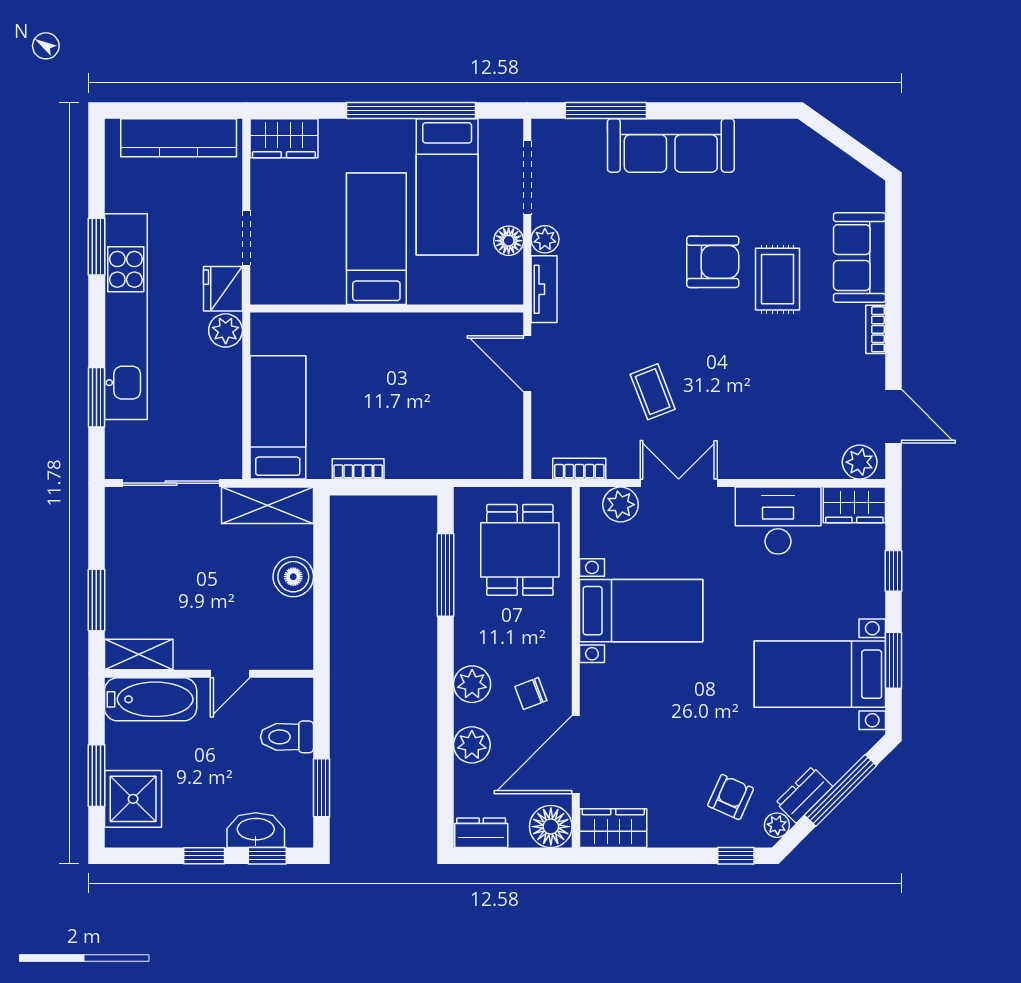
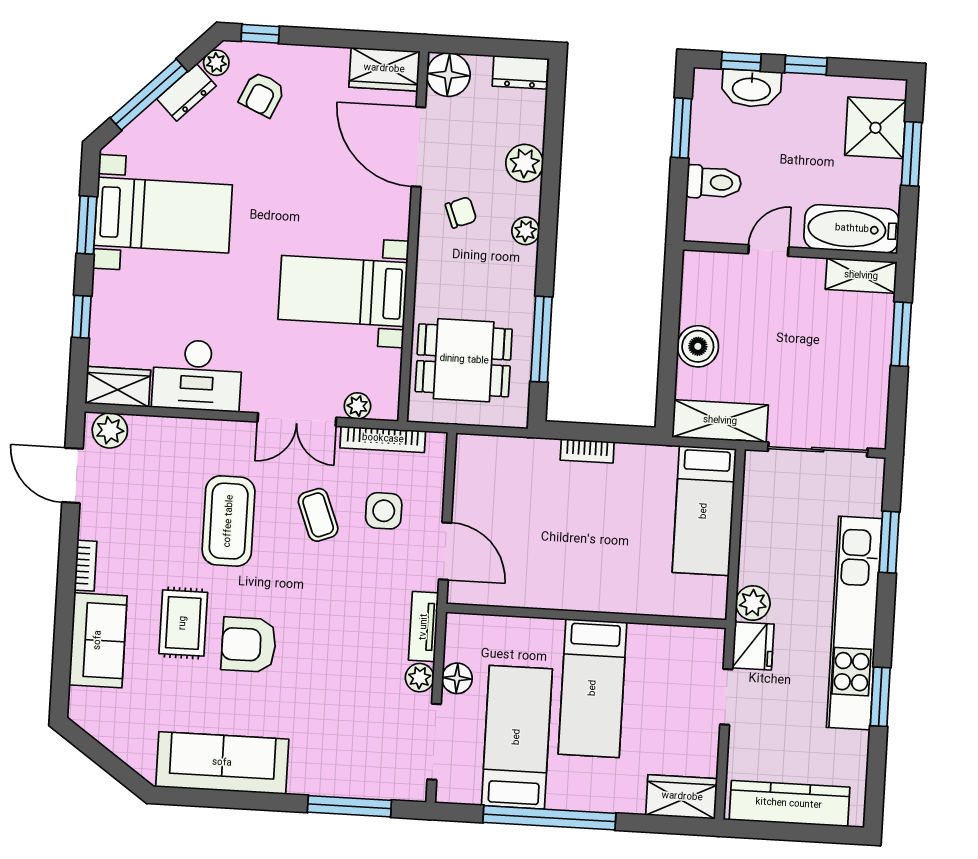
sofa: (671, 145) -> (222, 763), moved
coffee table: (739, 381) -> (229, 521), added
side table: (589, 399) -> (384, 511), added
bookcase: (358, 469) -> (587, 451), moved
bookcase: (579, 469) -> (383, 439), width x1.56
plant: (621, 505) -> (357, 406), width x0.73, depth x0.73
dining table: (520, 550) -> (464, 360), turned 90
plant: (472, 684) -> (526, 231), width x0.73, depth x0.73
door: (576, 755) -> (418, 147), swing flipped

